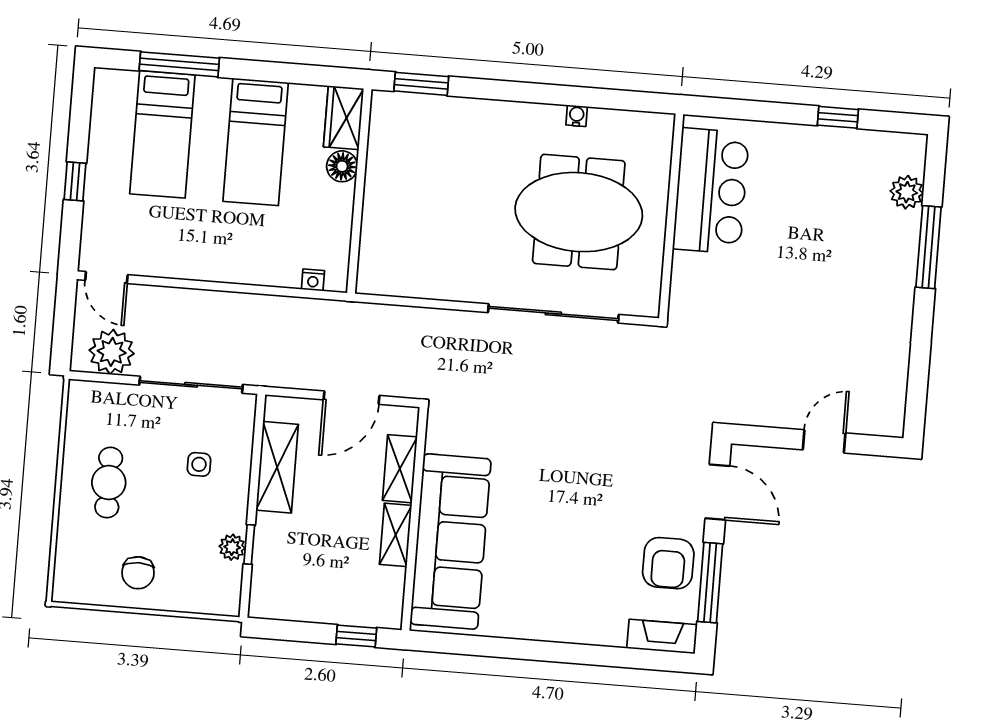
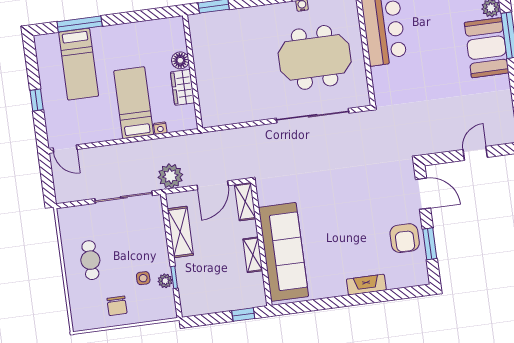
wardrobe: (344, 118) -> (183, 87), moved
bed: (256, 142) -> (134, 103), moved, turned 180
booth: (884, 260) -> (487, 48), added
nightstand: (313, 280) -> (160, 128), moved
plant: (112, 352) -> (170, 176), moved
side table: (199, 464) -> (143, 278), moved
shelving: (400, 469) -> (245, 202), moved
window: (710, 583) -> (430, 244), width x0.69
fireplace: (662, 637) -> (366, 285), moved

